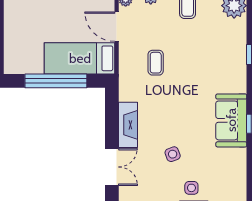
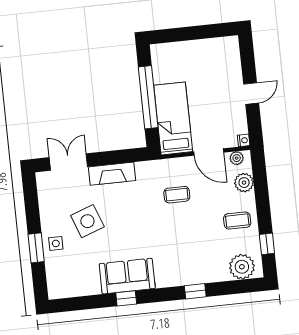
door: (117, 27) -> (209, 152), swing flipped
side table: (173, 154) -> (87, 221), width x1.87, depth x1.87
double door: (112, 167) -> (68, 162), swing flipped

